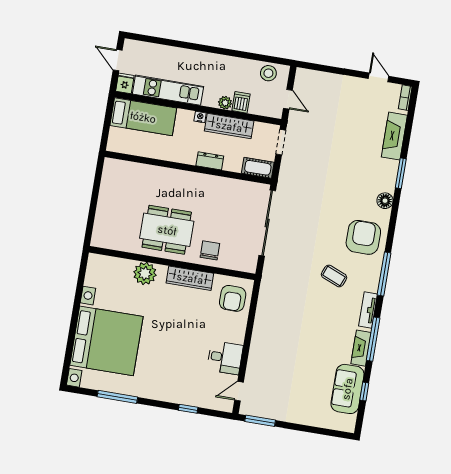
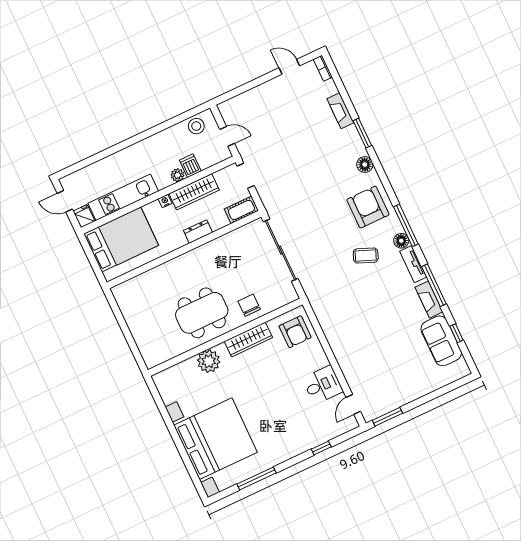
bed: (143, 117) -> (121, 240), width x1.50
fireplace: (394, 136) -> (340, 111), width x0.73, depth x0.76
floor lamp: (372, 284) -> (401, 241), added

